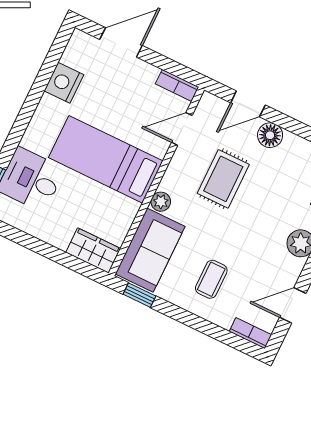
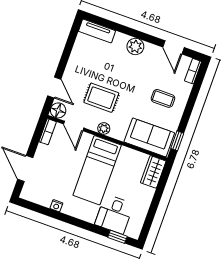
nightstand: (64, 83) -> (56, 206), width x0.53, depth x0.56
floor lamp: (270, 135) -> (58, 110), moved
plant: (161, 202) -> (104, 129), moved

